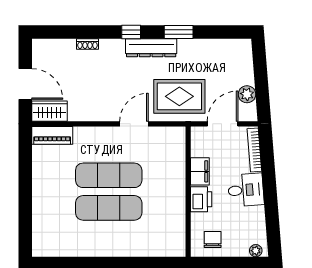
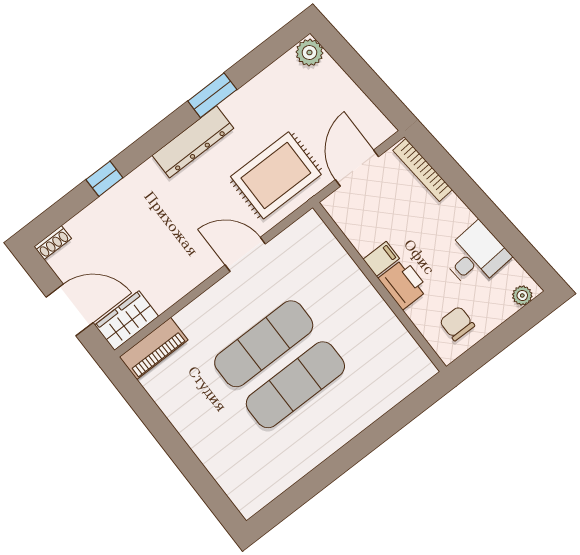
window: (131, 32) -> (104, 179), moved
shoe rack: (87, 44) -> (53, 243), moved
plant: (247, 94) -> (309, 52), moved
door: (134, 124) -> (245, 254), hinge flipped
filing cabinet: (200, 171) -> (381, 259), width x0.50
desk: (246, 190) -> (476, 256), moved

